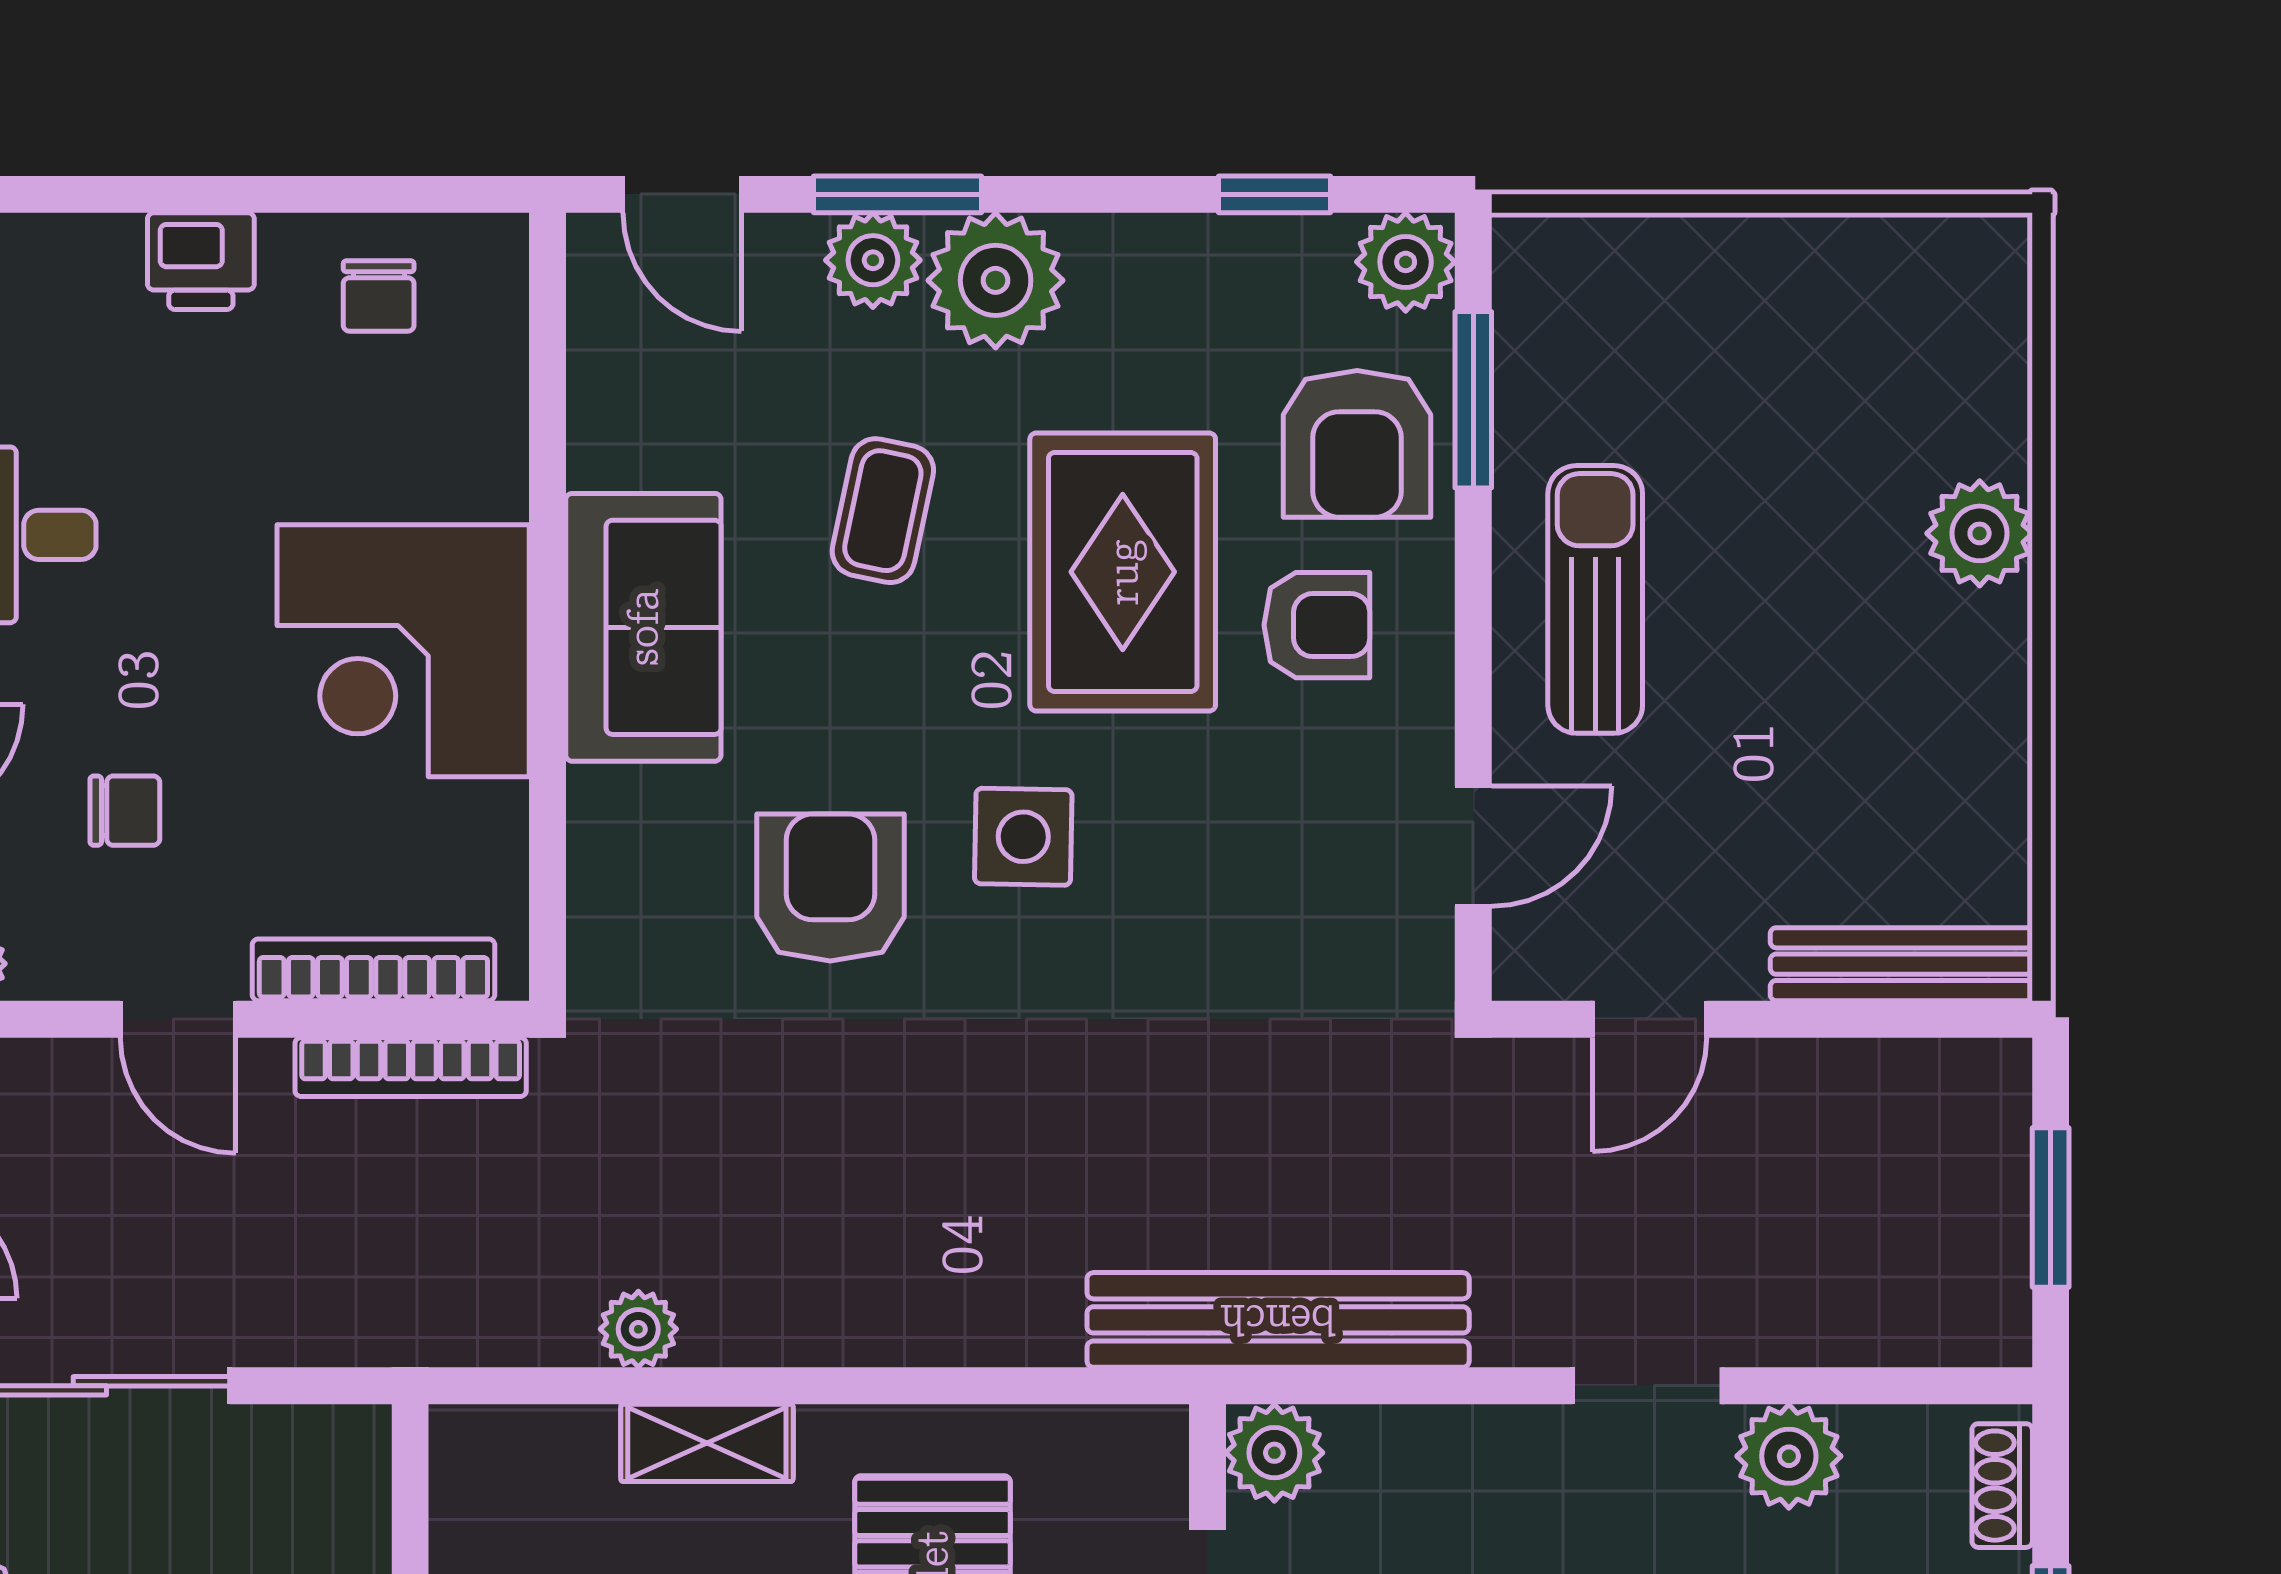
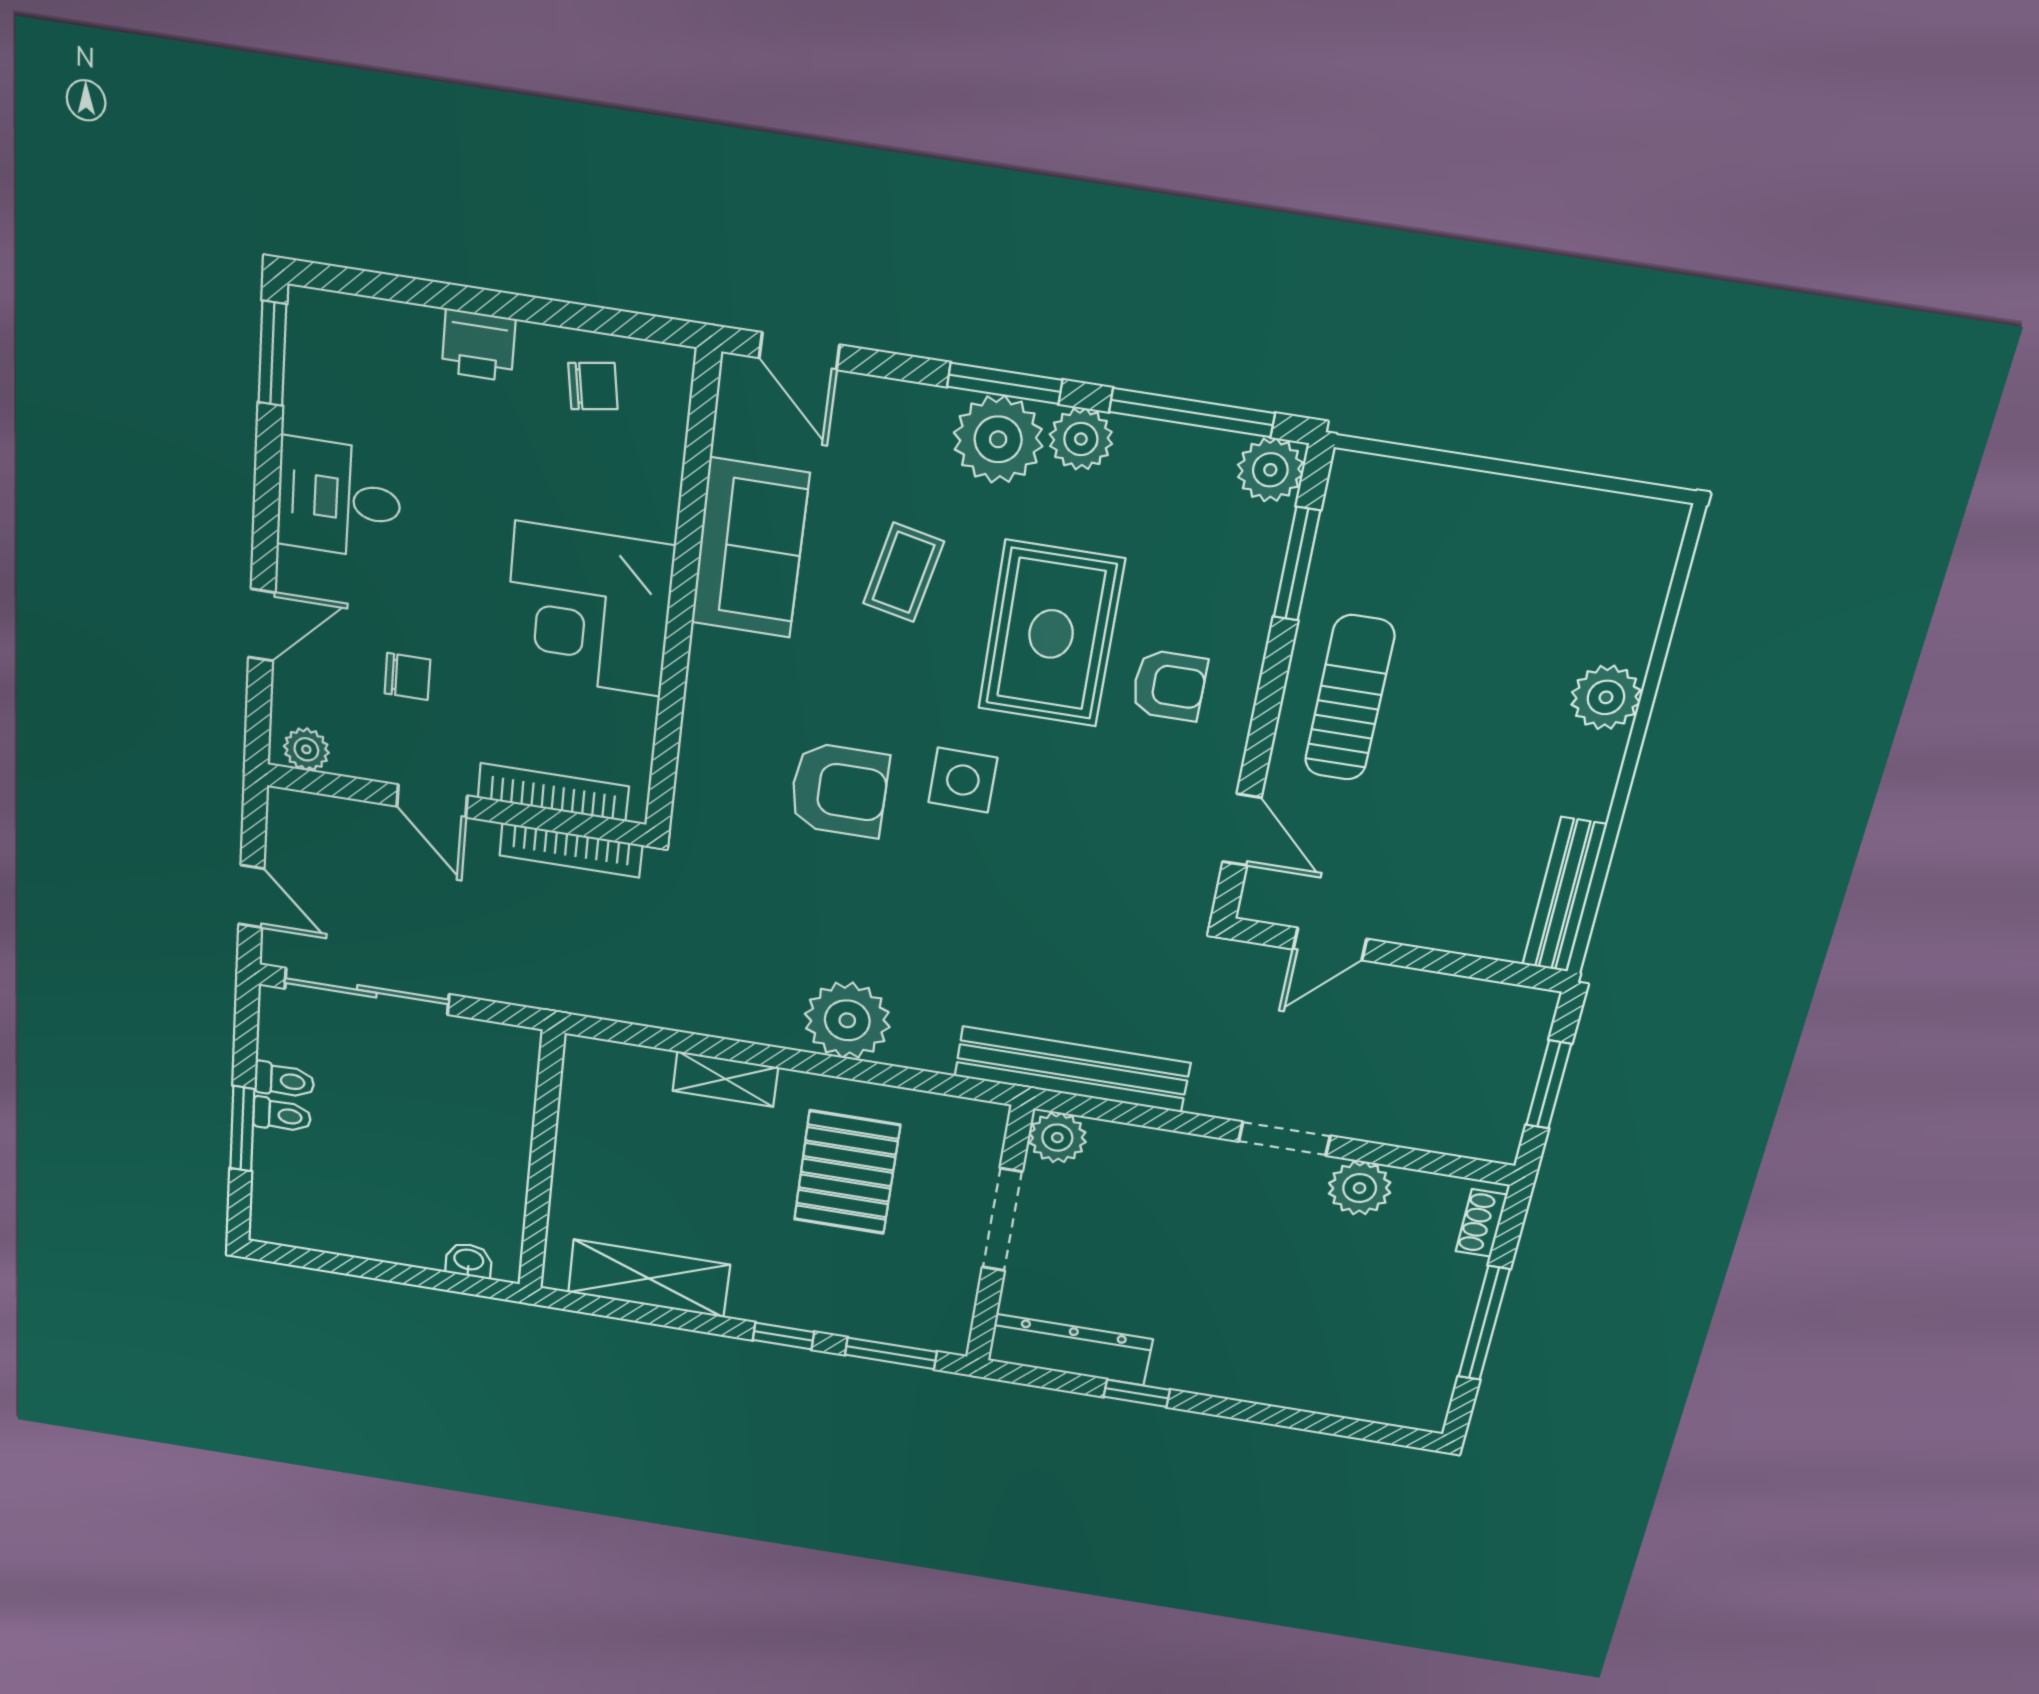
window: (898, 194) -> (1005, 383), moved
window: (1274, 194) -> (1192, 413), width x2.17
plant: (873, 260) -> (1081, 439), moved
chair: (379, 296) -> (593, 386), turned -99
armchair: (1357, 444) -> (1216, 579), removed
sofa: (643, 627) -> (750, 548), moved
door: (1473, 846) -> (1242, 830), hinge flipped
armchair: (830, 888) -> (839, 790), turned 90
bench: (1901, 964) -> (1564, 895), moved, turned 90
plant: (638, 1329) -> (847, 1020), moved, width x1.88, depth x1.88

